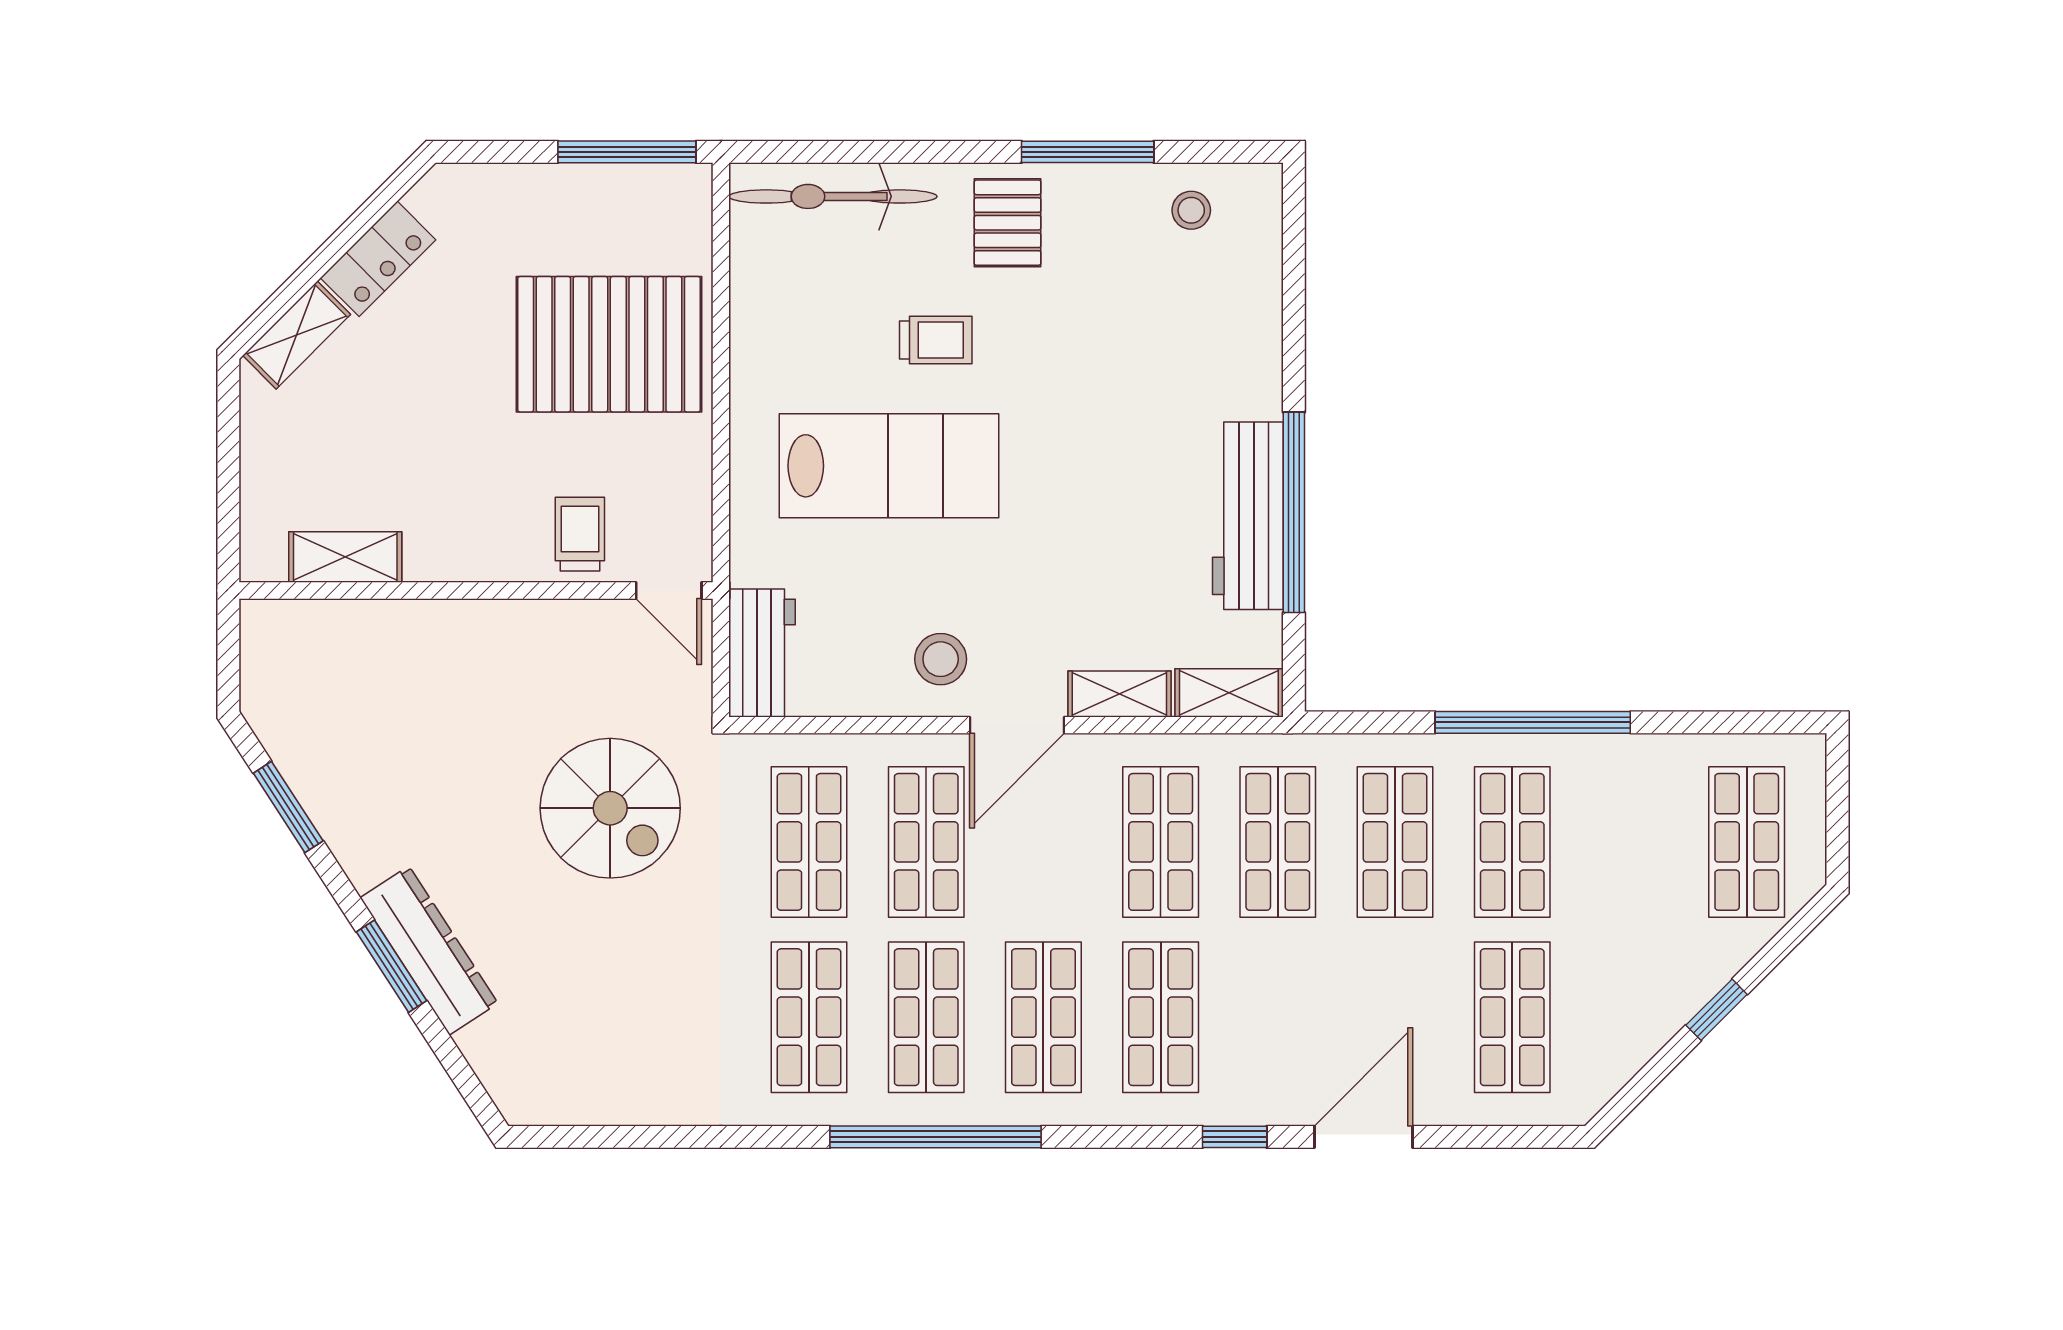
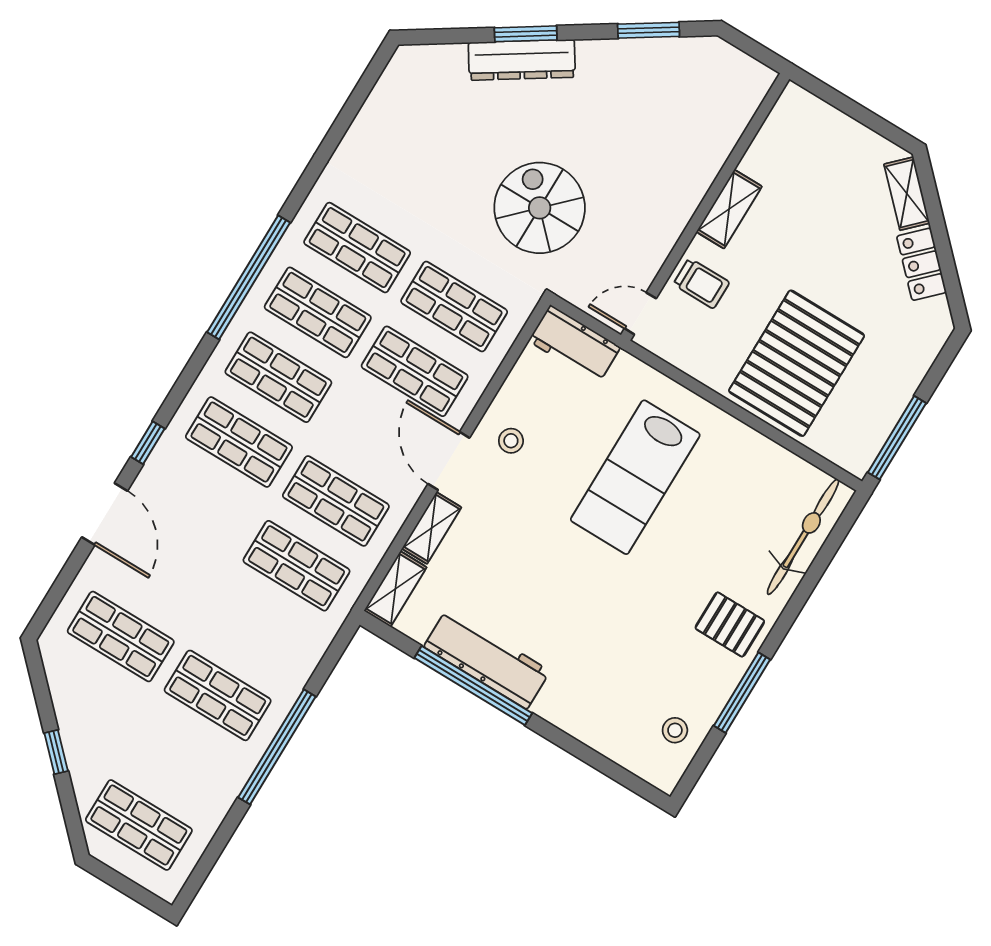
trolley: (936, 340) -> (689, 545), removed
shelving: (345, 557) -> (729, 209), moved
stool: (941, 659) -> (511, 441), width x0.73, depth x0.73
spiral stairs: (610, 808) -> (540, 208), turned 90
shop shelf: (1395, 842) -> (257, 631), removed

